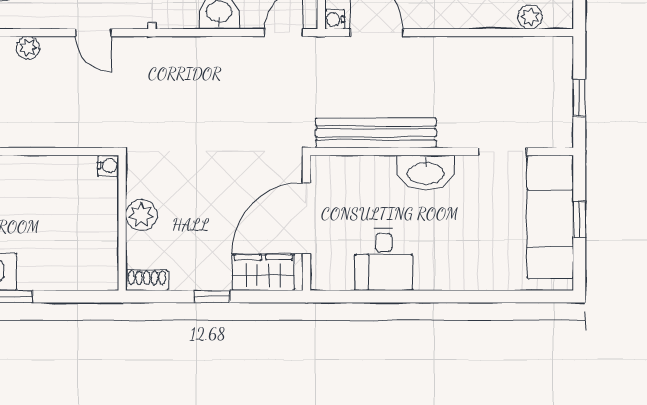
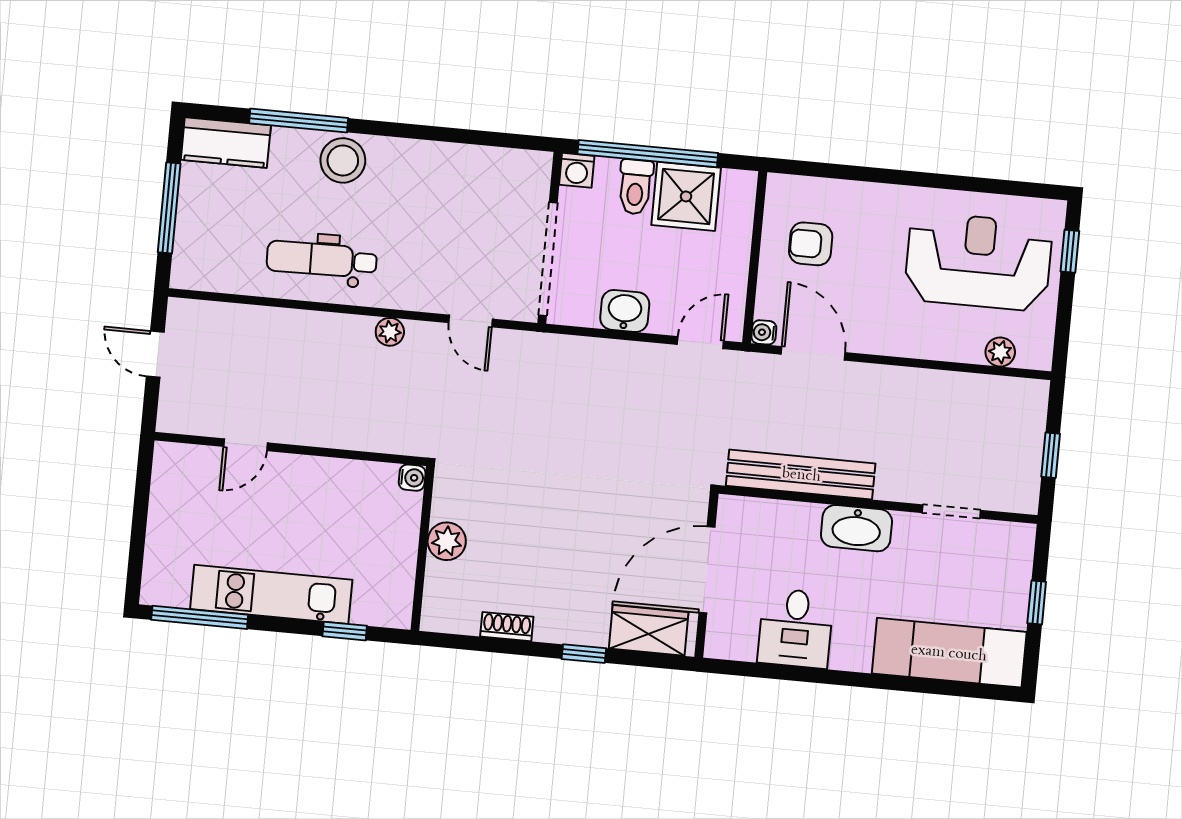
water cooler: (108, 166) -> (412, 478), moved
plant: (141, 215) -> (447, 541), moved
exam couch: (550, 217) -> (949, 653), moved, turned 90
wall: (122, 223) -> (423, 548), moved

